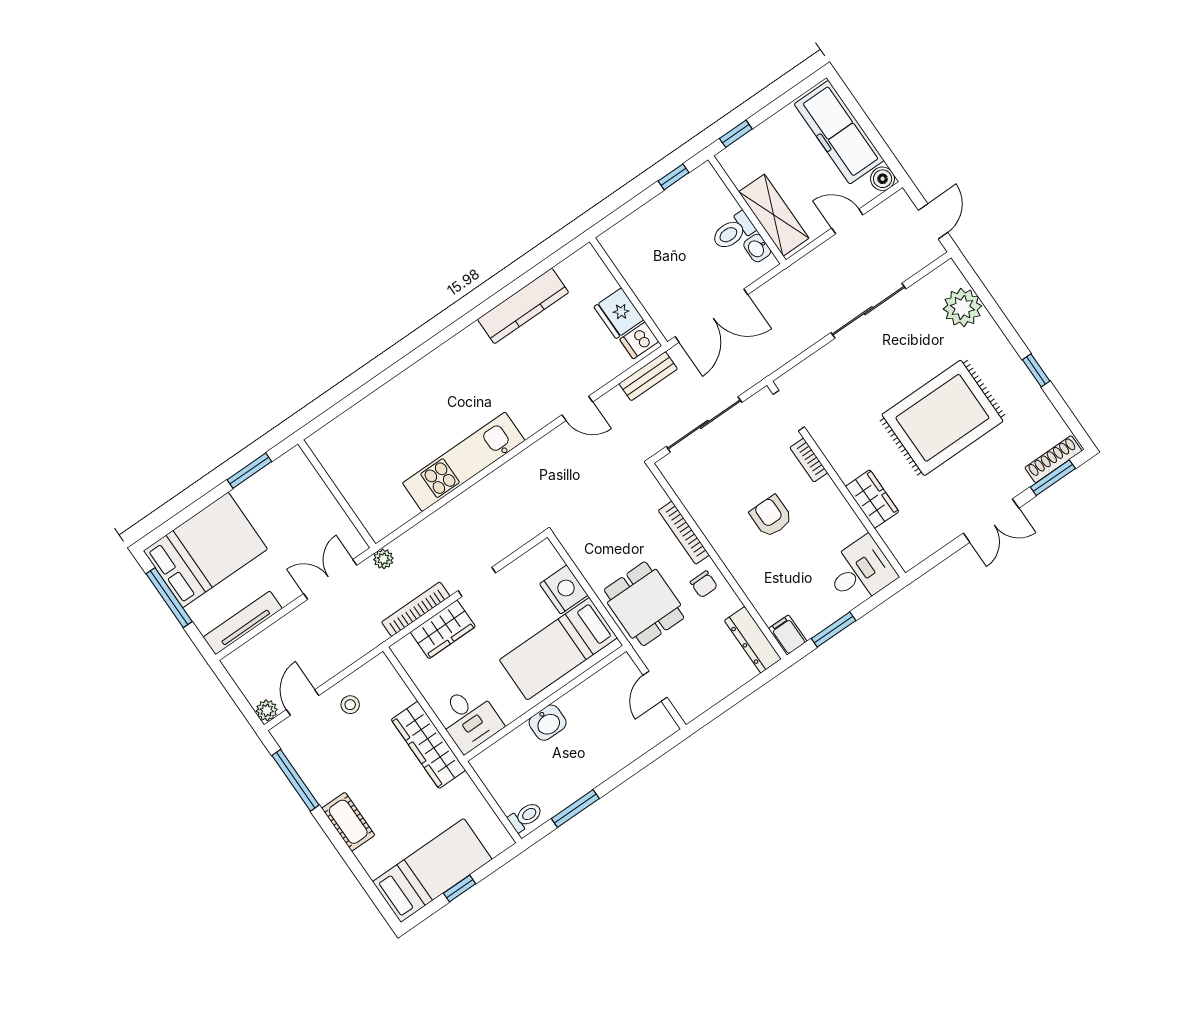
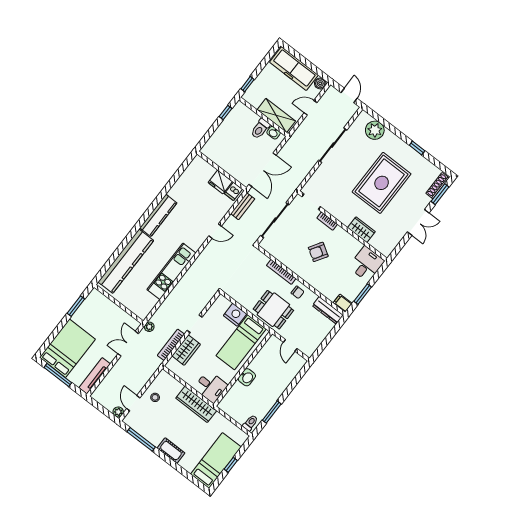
kitchen counter: (523, 306) -> (158, 215), moved
kitchen counter: (378, 412) -> (126, 261), added
armchair: (771, 516) -> (318, 252), turned -58

